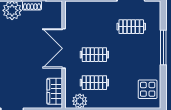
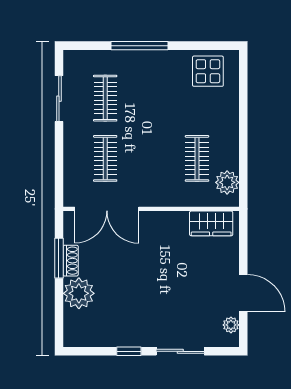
double door: (64, 48) -> (107, 209), moved
clothes rail: (94, 55) -> (105, 158), moved

